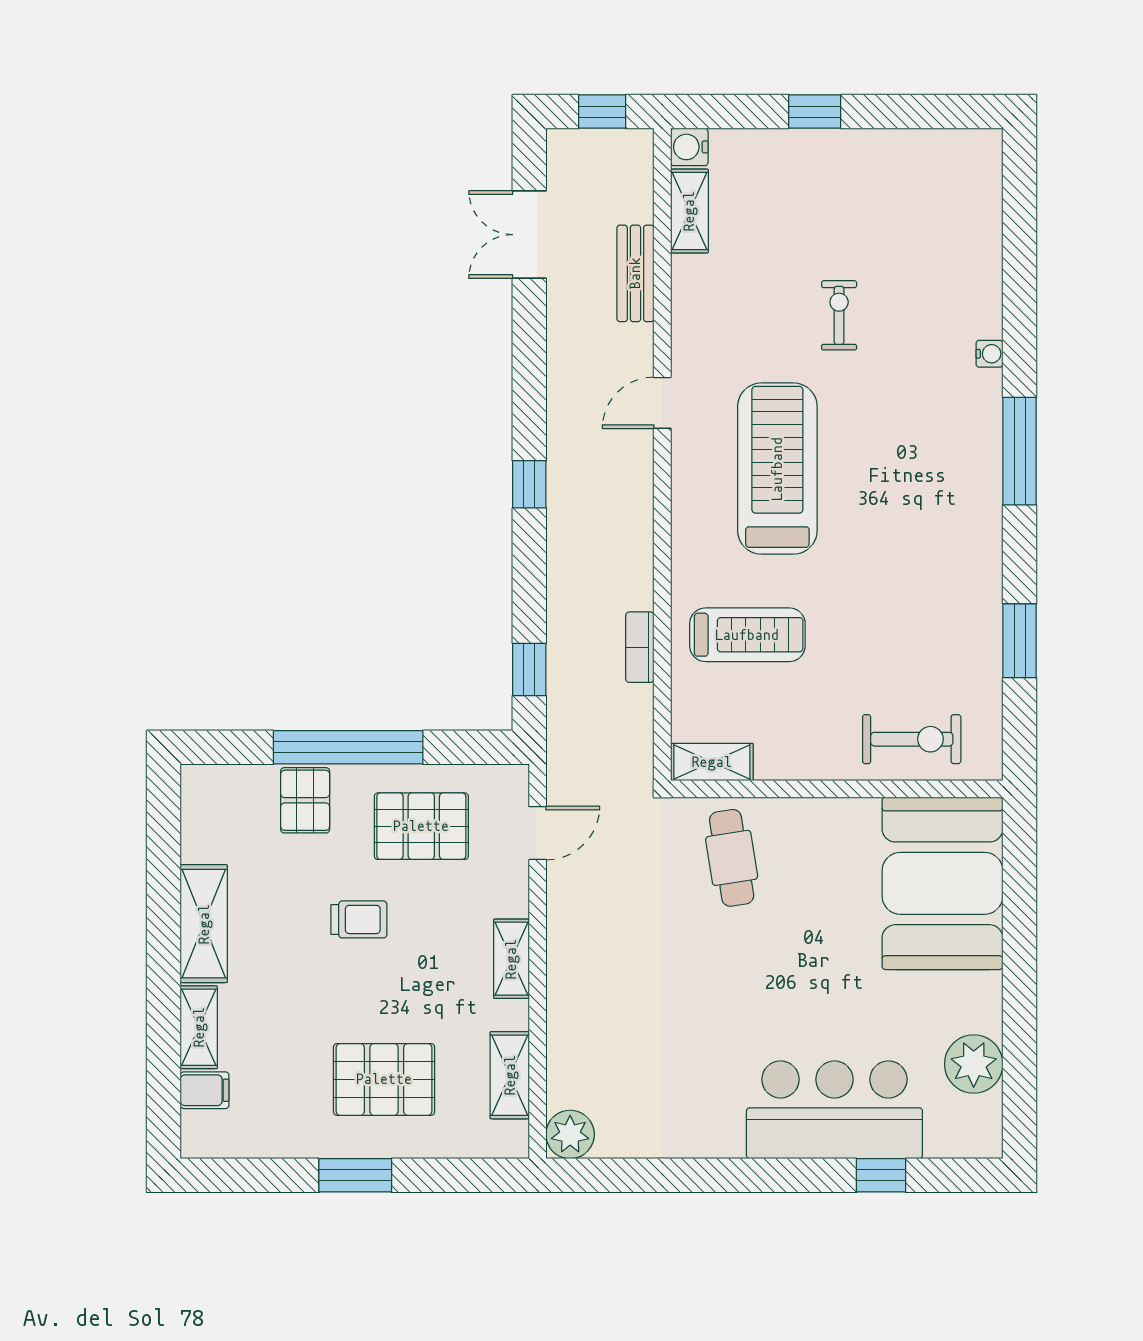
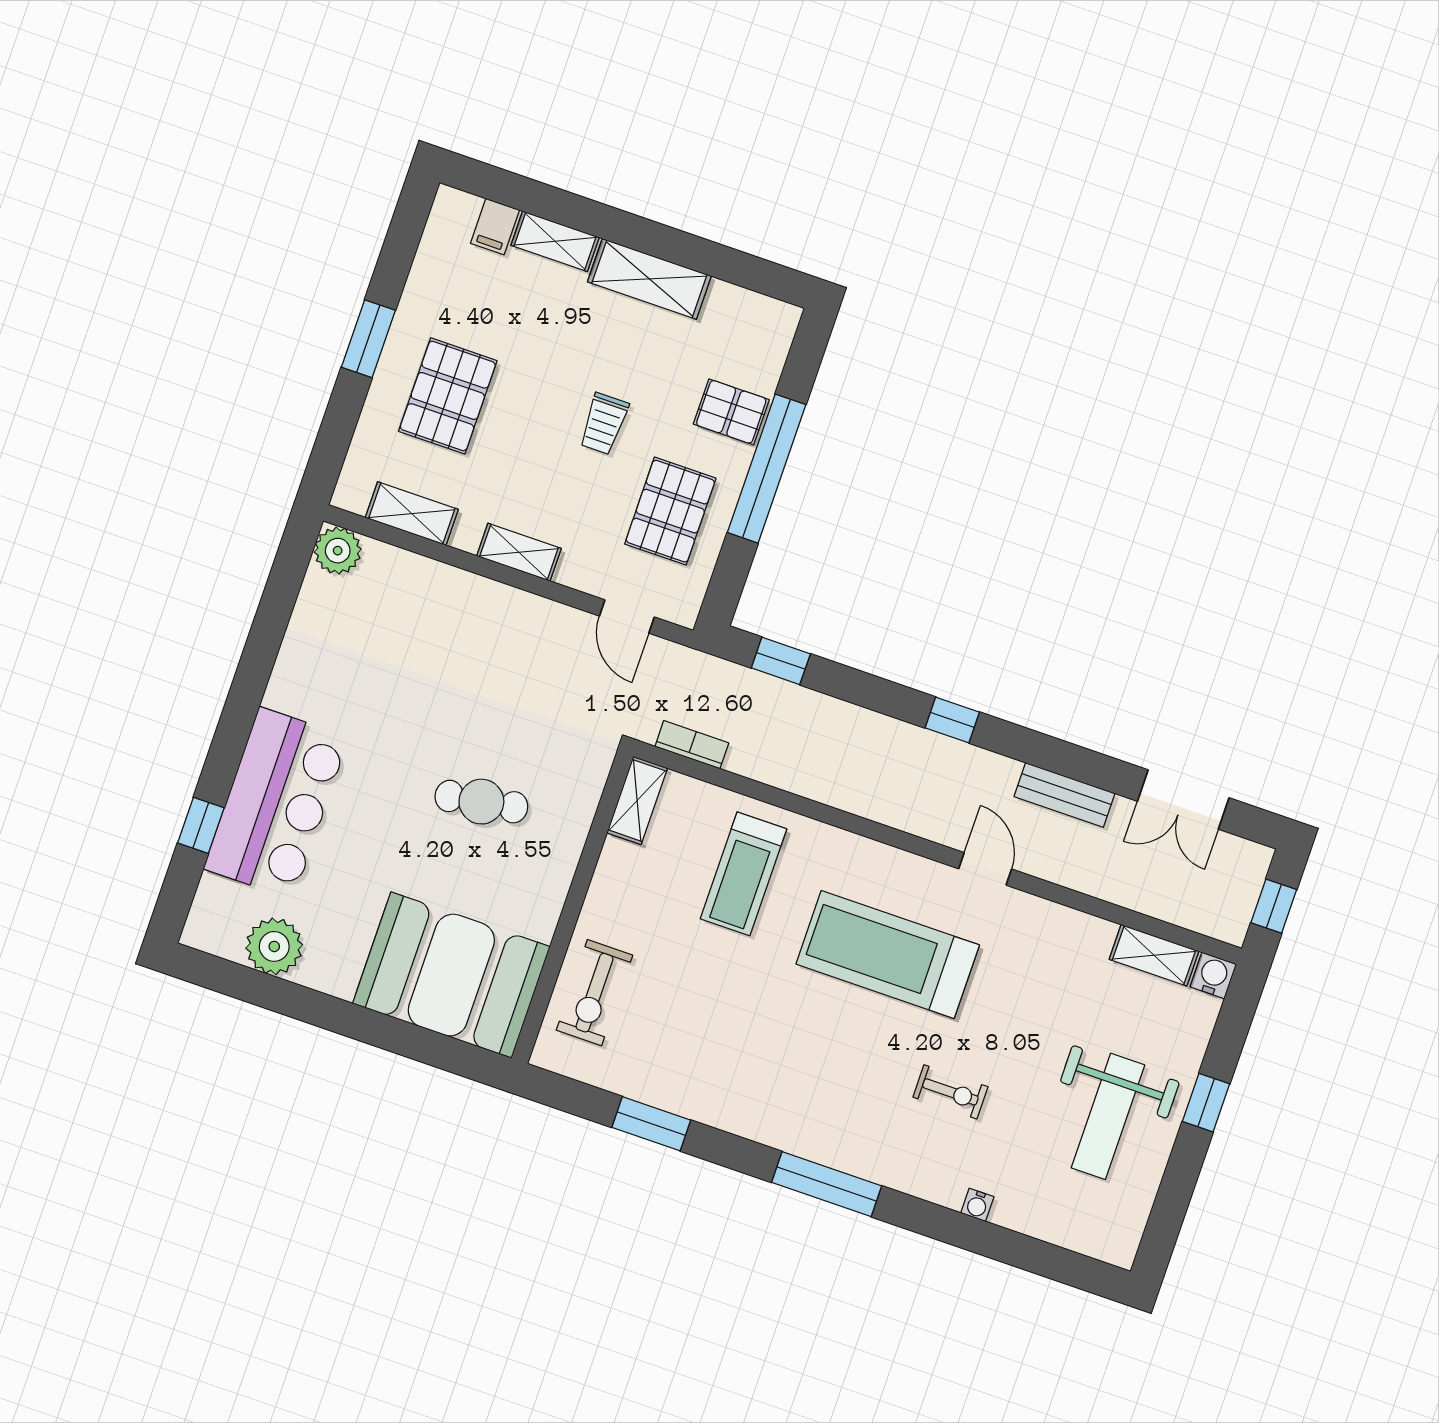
weight bench: (860, 202) -> (1108, 1116), added
double door: (529, 235) -> (1183, 799), swing flipped
bench: (635, 273) -> (1065, 795), moved
exercise bike: (839, 315) -> (950, 1092), moved
water cooler: (989, 354) -> (977, 1205), moved
treadmill: (777, 469) -> (888, 955), turned 180
bookcase: (640, 647) -> (692, 745), moved
cafe table: (732, 858) -> (481, 802), moved

